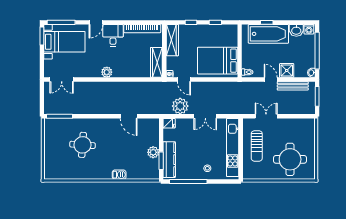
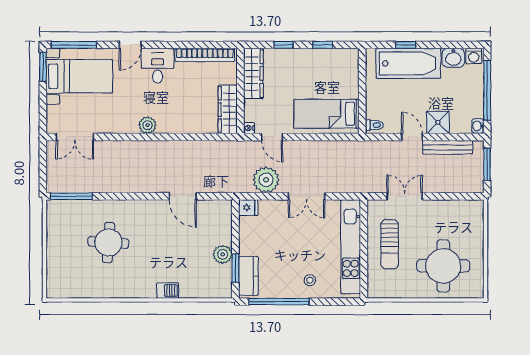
bed: (218, 61) -> (326, 114), width x0.67
kitchen counter: (169, 160) -> (248, 276), width x0.67

